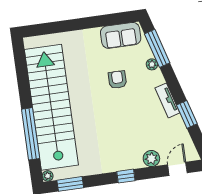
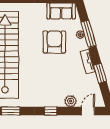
window: (157, 48) -> (89, 34), moved
armchair: (117, 80) -> (54, 42), width x1.88, depth x1.88

